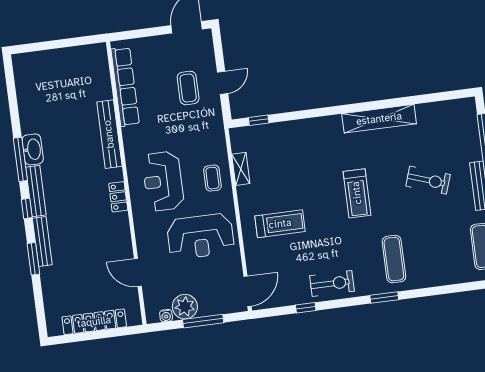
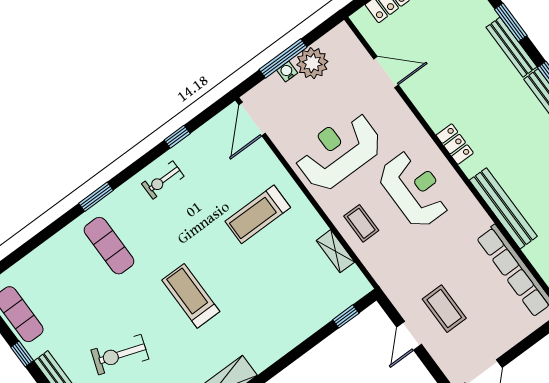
exercise bike: (332, 284) -> (163, 180), width x0.73, depth x0.72
water cooler: (166, 316) -> (287, 71), moved

